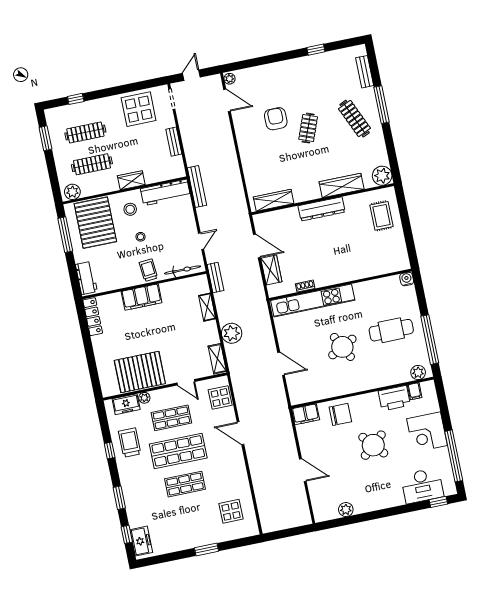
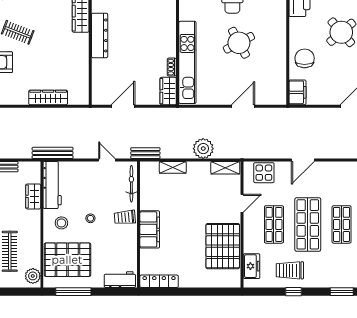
wardrobe: (131, 180) -> (33, 196), moved
wardrobe: (274, 200) -> (48, 97), moved, turned 90
wardrobe: (271, 270) -> (168, 91), moved, turned -90
plant: (144, 398) -> (249, 247), removed

